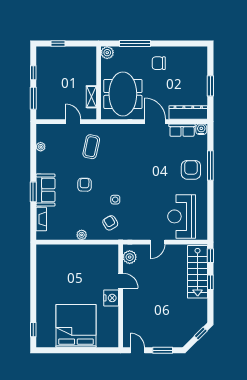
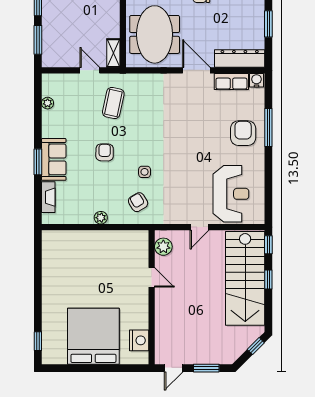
shelving: (91, 97) -> (113, 53), moved
reception desk: (182, 216) -> (231, 194), turned 180
stairs: (198, 272) -> (245, 278), width x1.36, depth x1.51
nightstand: (111, 298) -> (139, 340), moved
door: (138, 350) -> (174, 368), swing flipped

